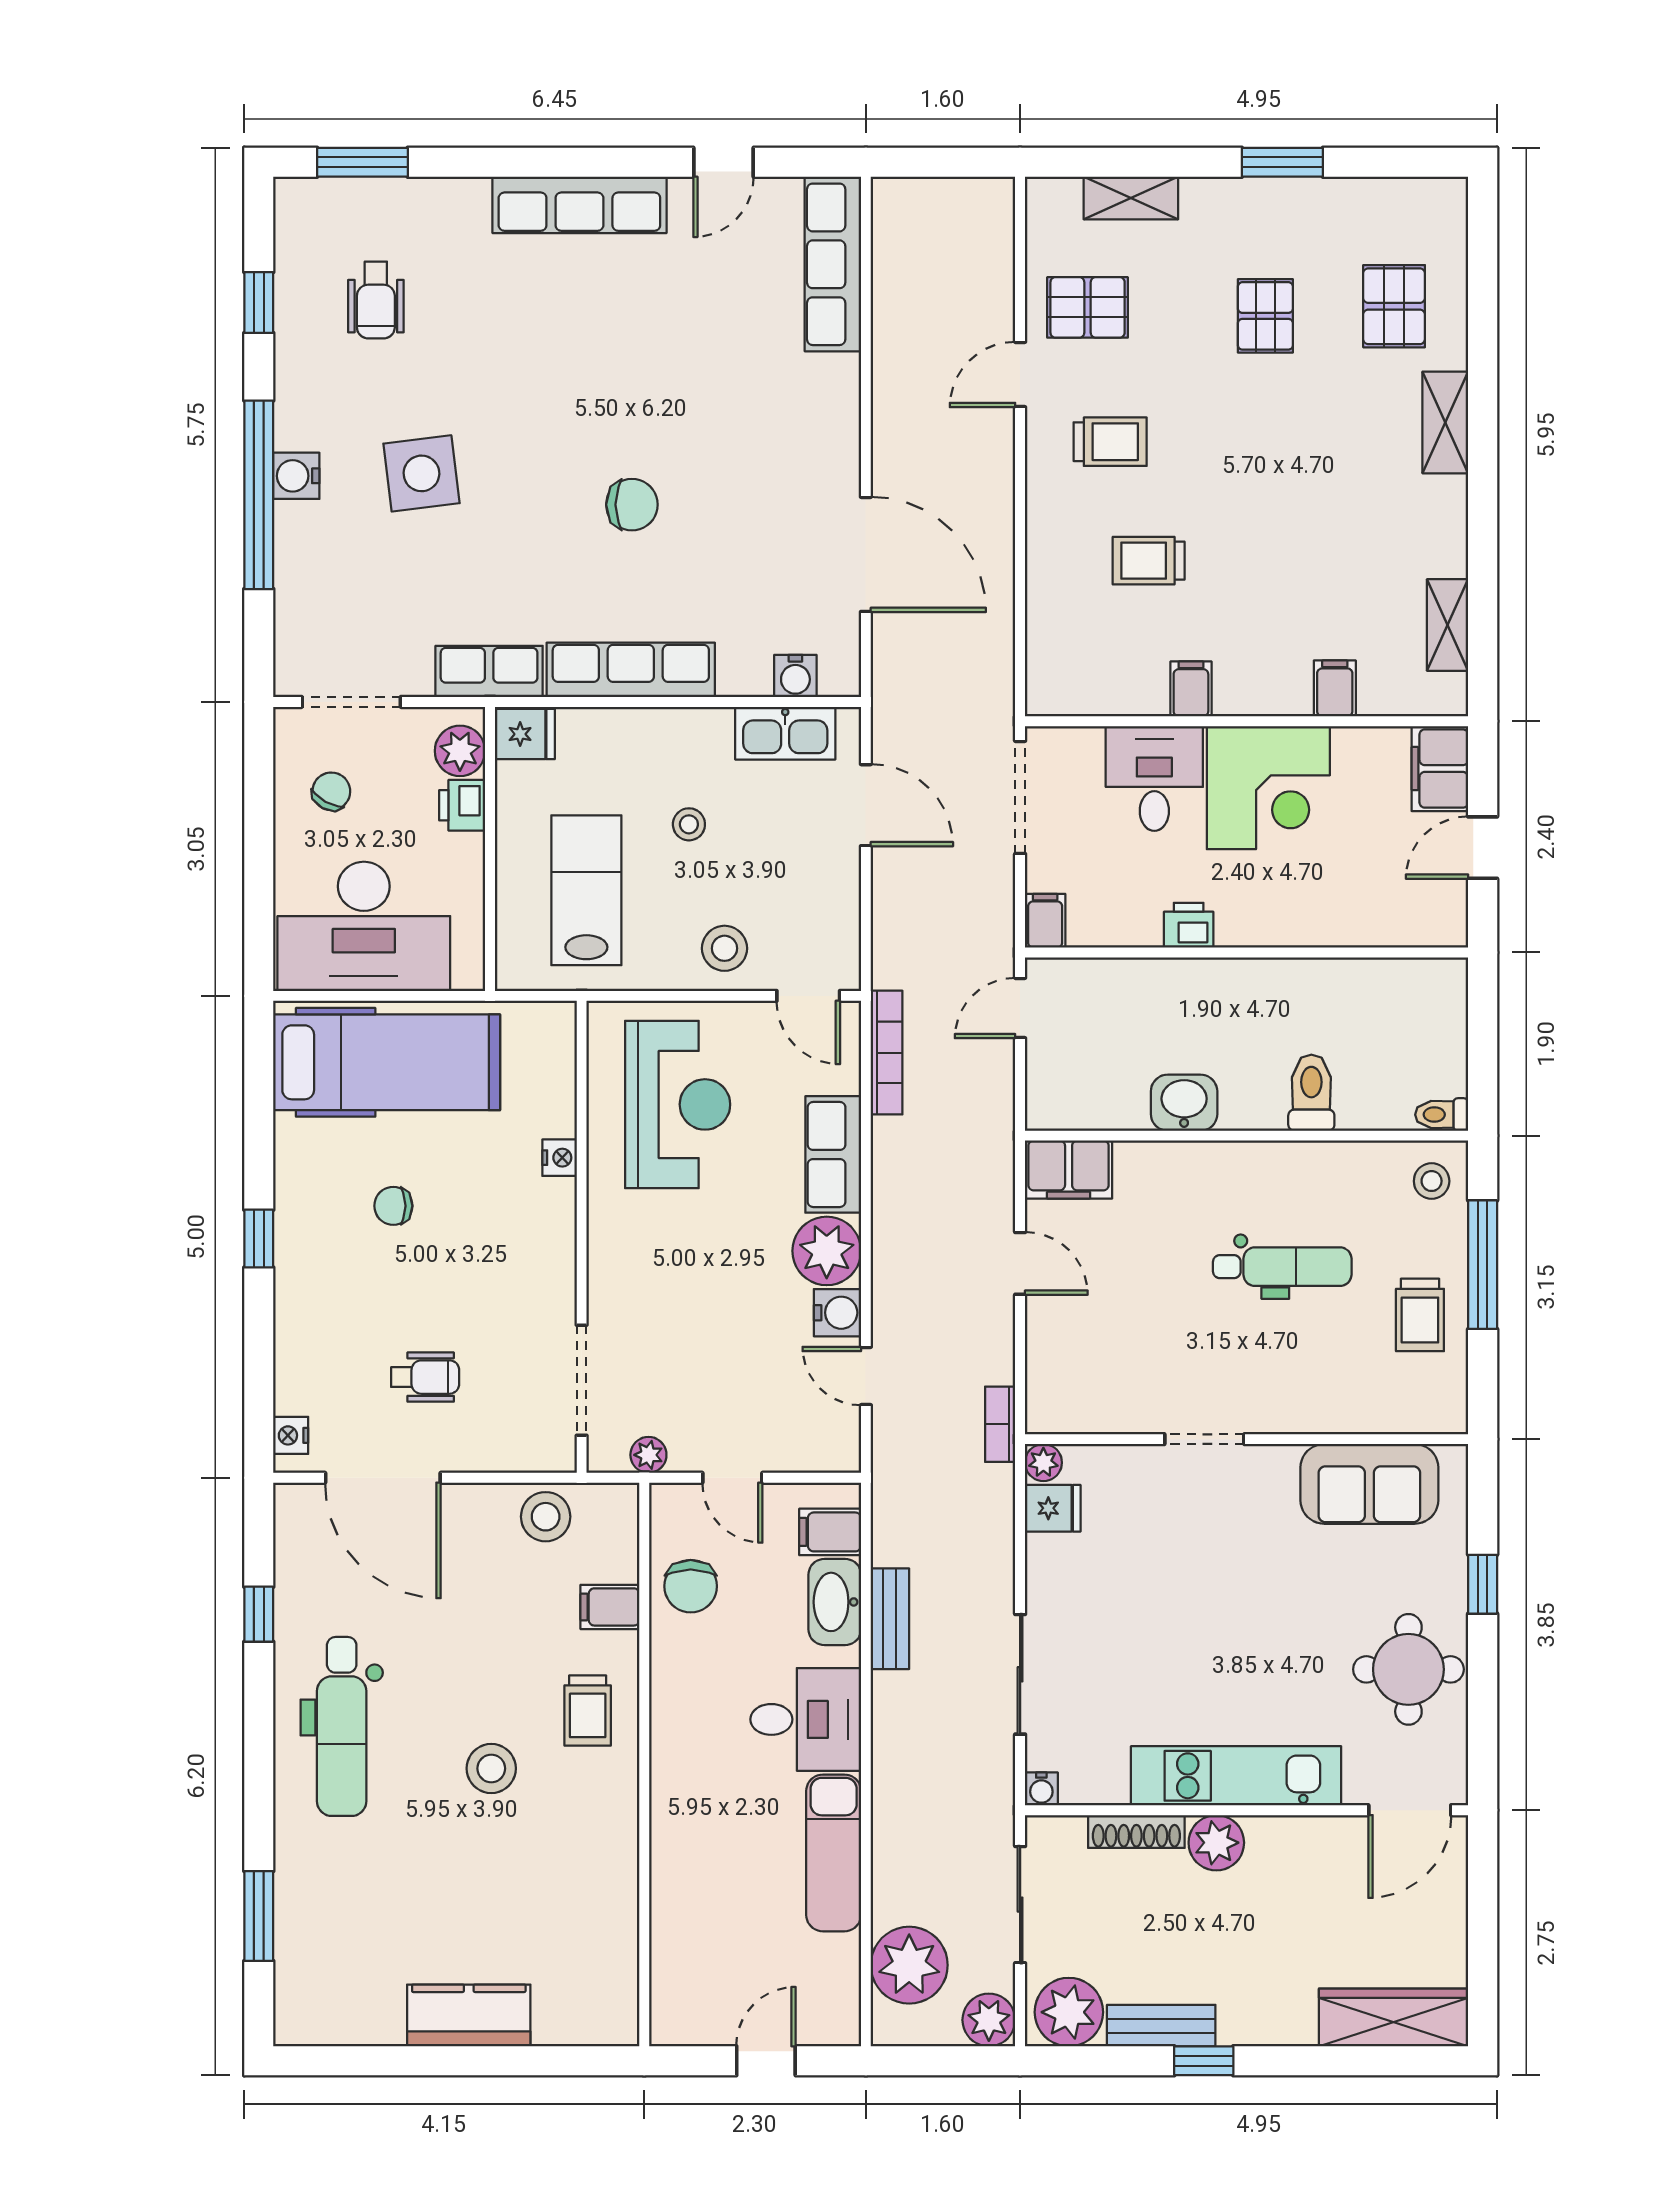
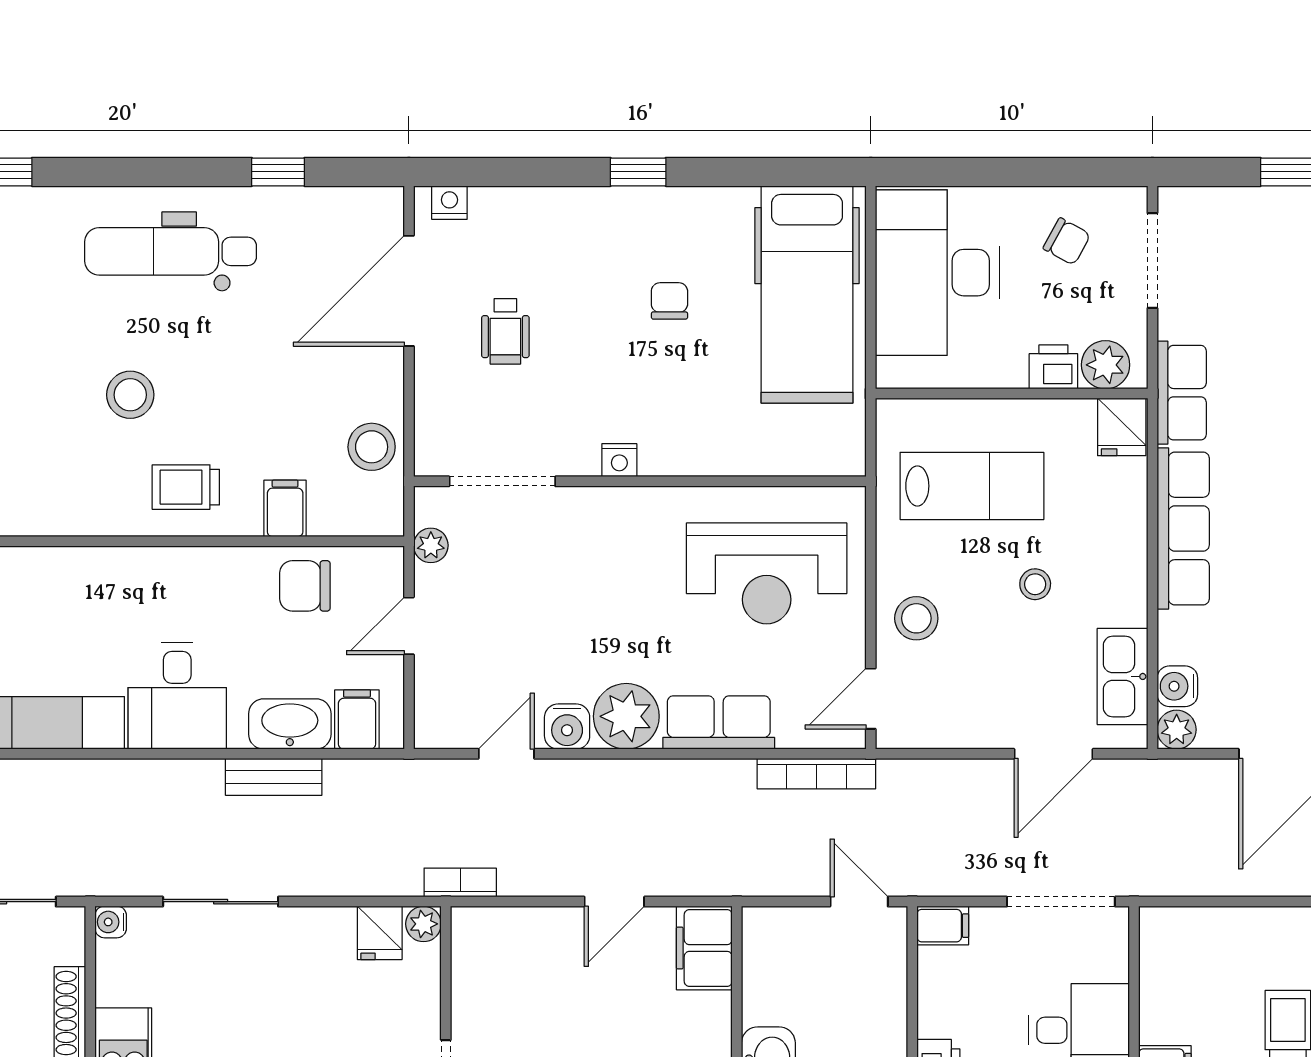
plant: (841, 677) -> (1177, 730), added
nightstand: (560, 1158) -> (619, 460), moved

